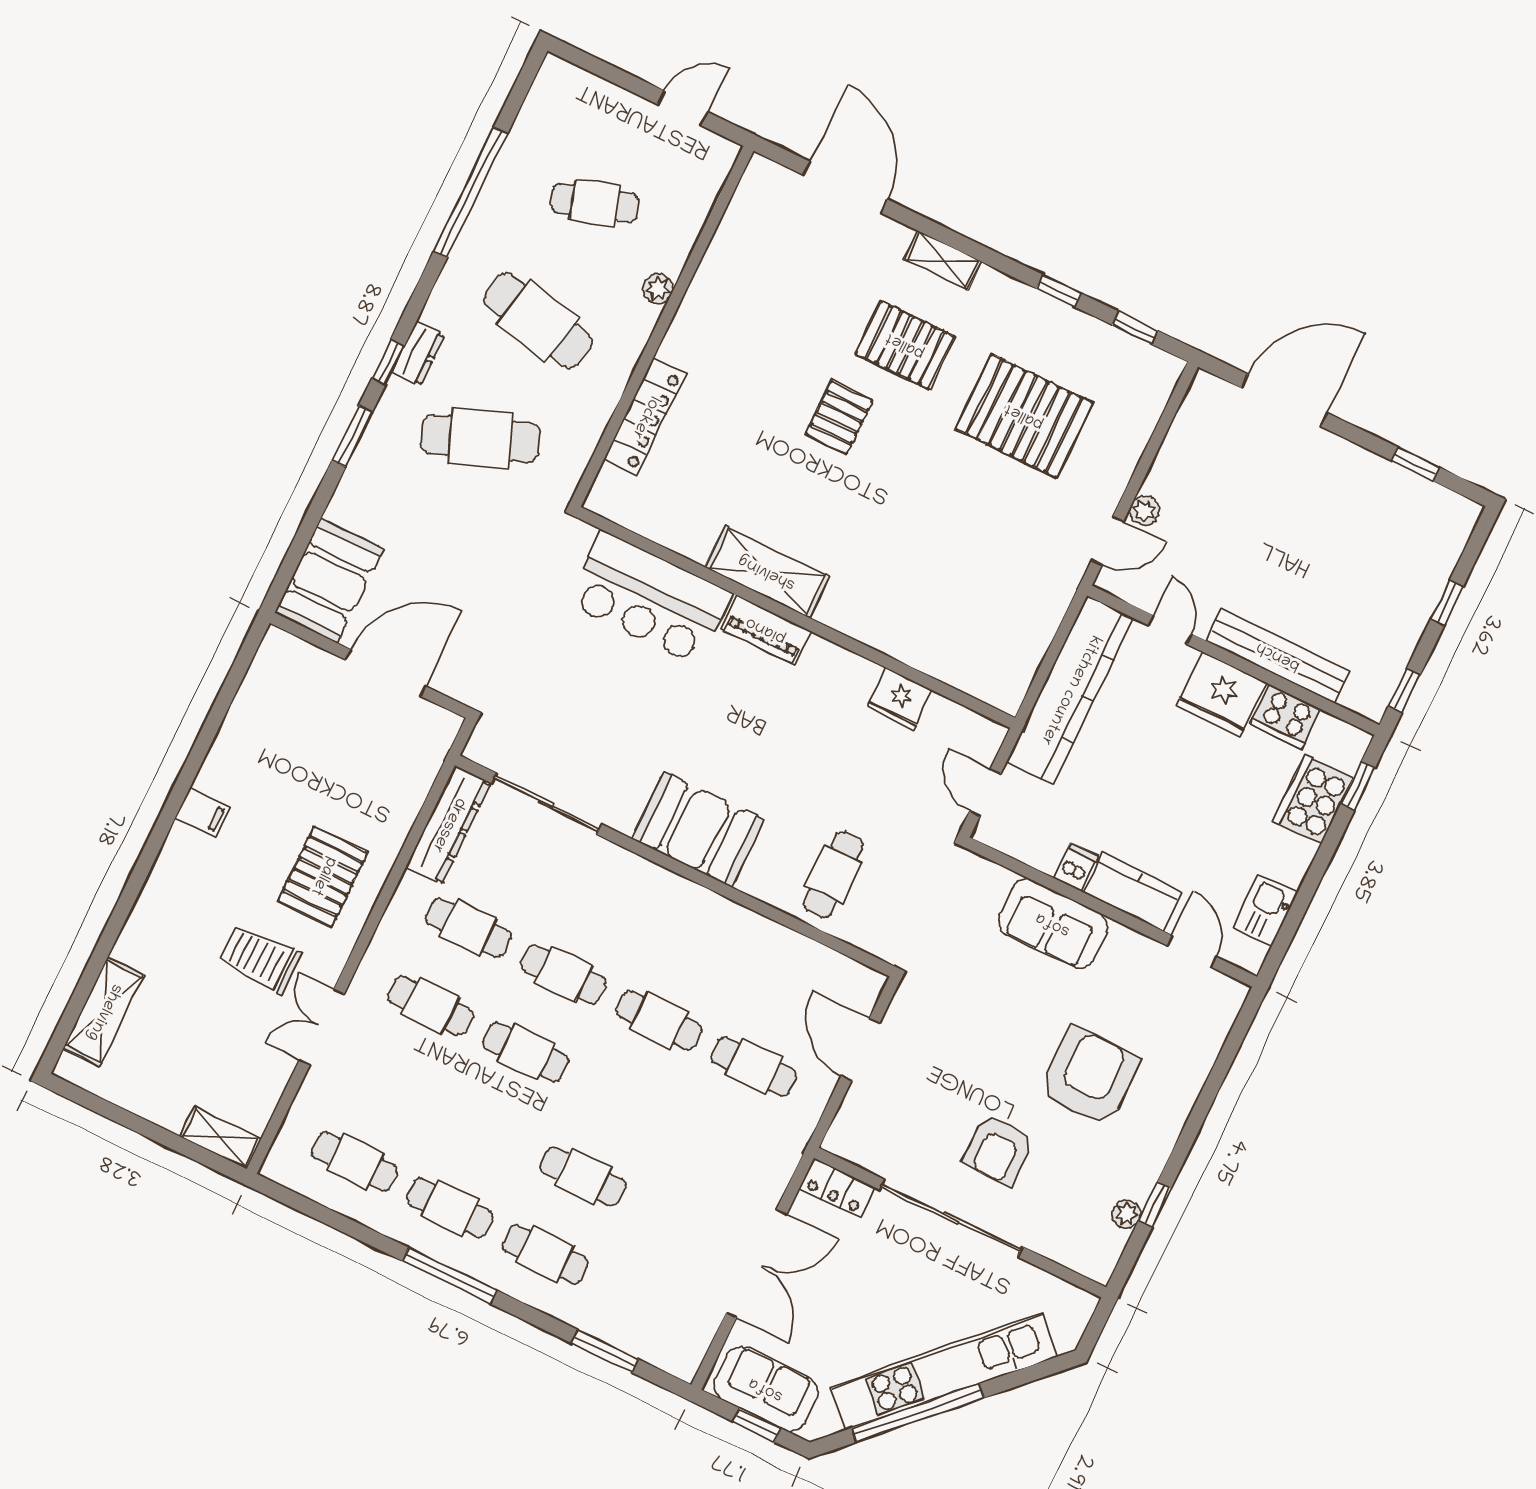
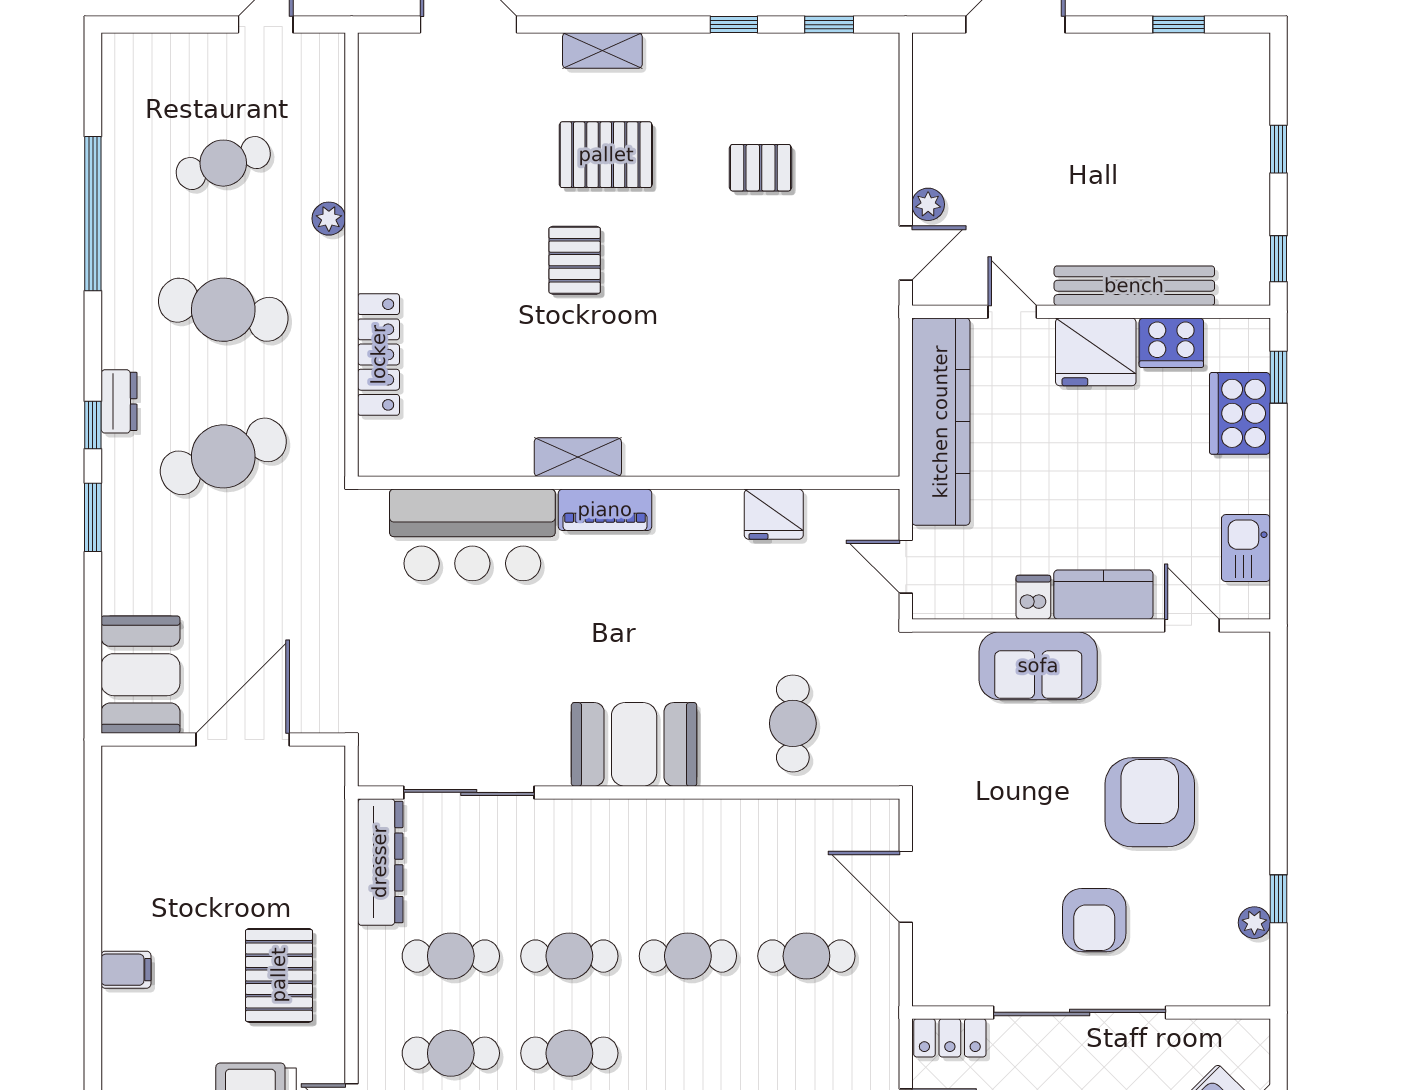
pallet: (1024, 416) -> (761, 168), width x0.49, depth x0.50
shelving: (767, 572) -> (578, 457), width x0.67, depth x0.75

